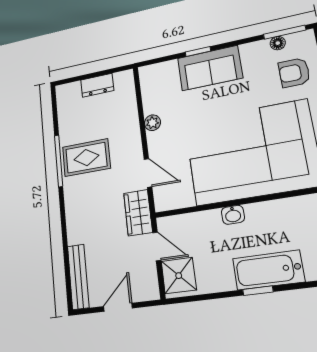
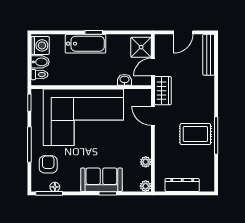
plant: (146, 73) -> (146, 186), added
armchair: (294, 73) -> (48, 164), turned -90
dresser: (97, 85) -> (182, 185), width x1.44
plant: (152, 123) -> (146, 162), moved
washbasin: (233, 215) -> (125, 80), moved
door: (157, 246) -> (153, 67), hinge flipped

